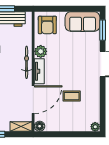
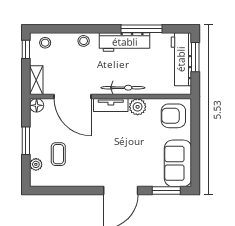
coffee table: (72, 96) -> (58, 154), moved
plant: (95, 127) -> (36, 164), moved
window: (66, 134) -> (26, 141), added

